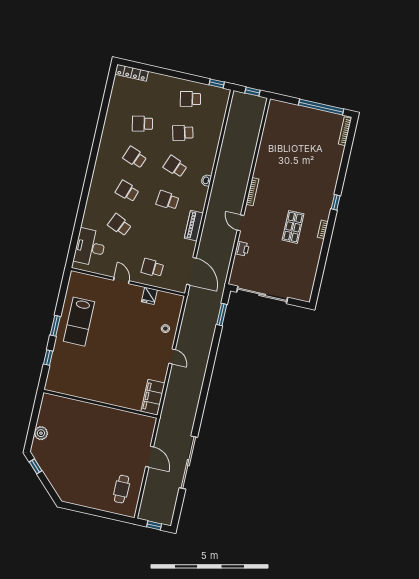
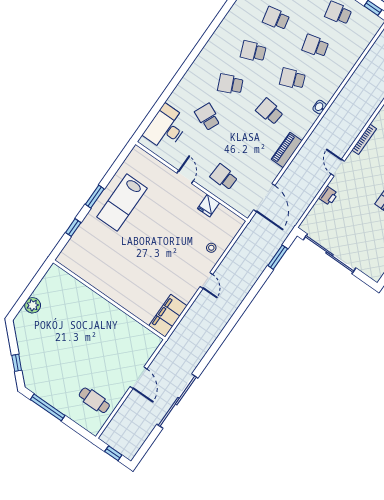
school desk: (135, 157) -> (253, 51), turned -42
school desk: (175, 167) -> (293, 79), turned -42
school desk: (127, 191) -> (230, 84), turned -42
window: (36, 466) -> (17, 363), moved
cafe table: (122, 489) -> (94, 400), turned 90
window: (86, 510) -> (48, 407), added

